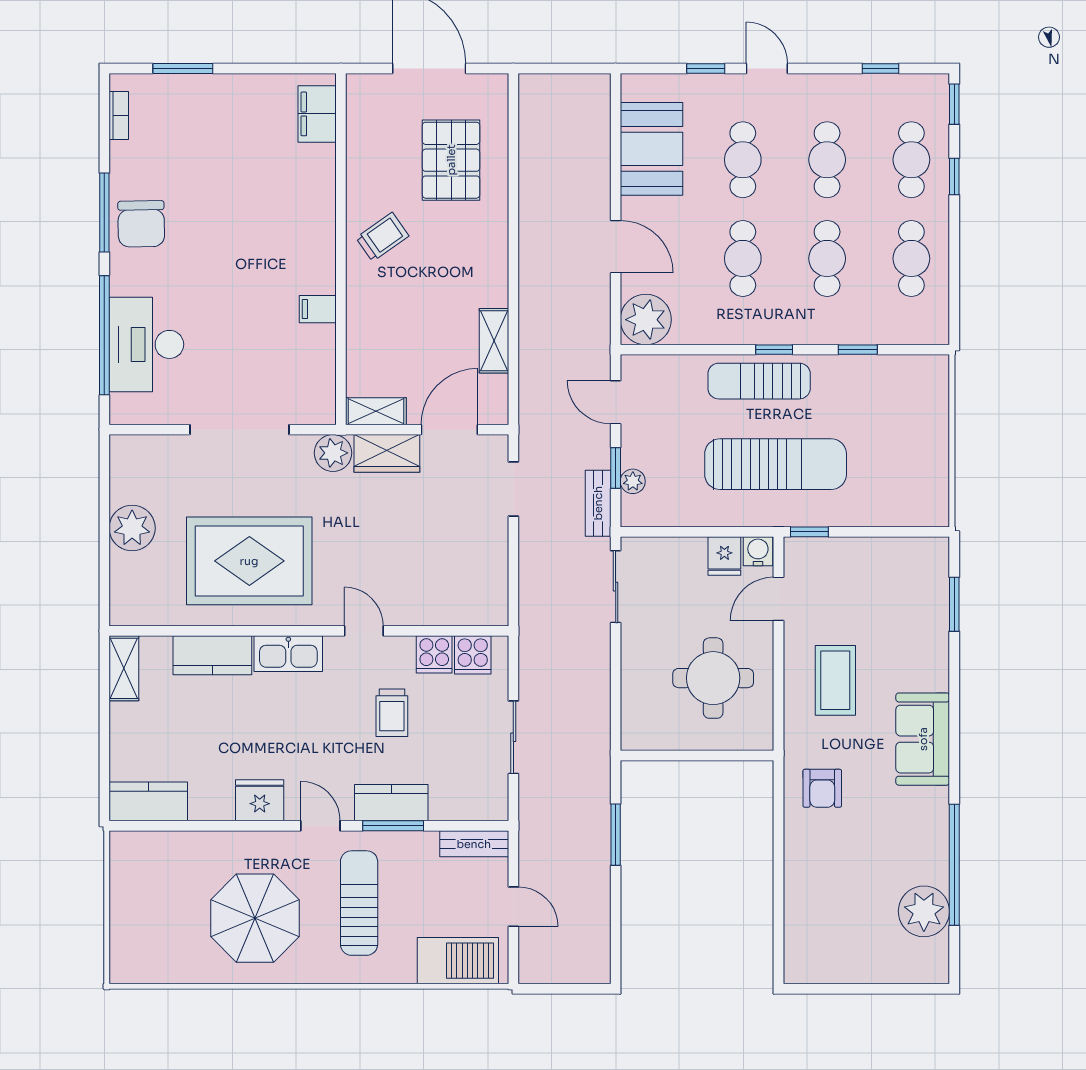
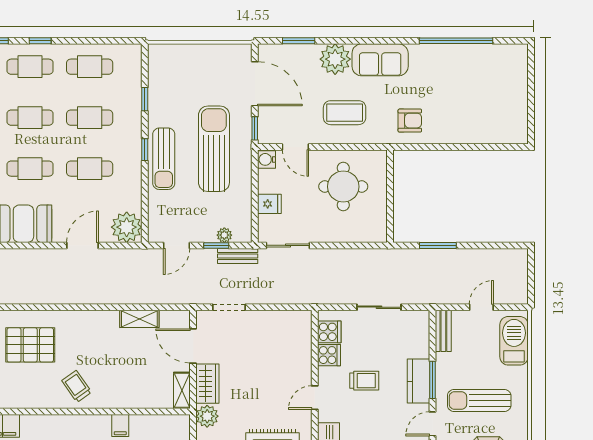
door: (883, 532) -> (255, 84), added
fridge: (724, 556) -> (269, 204), moved
plant: (924, 911) -> (335, 59), moved

